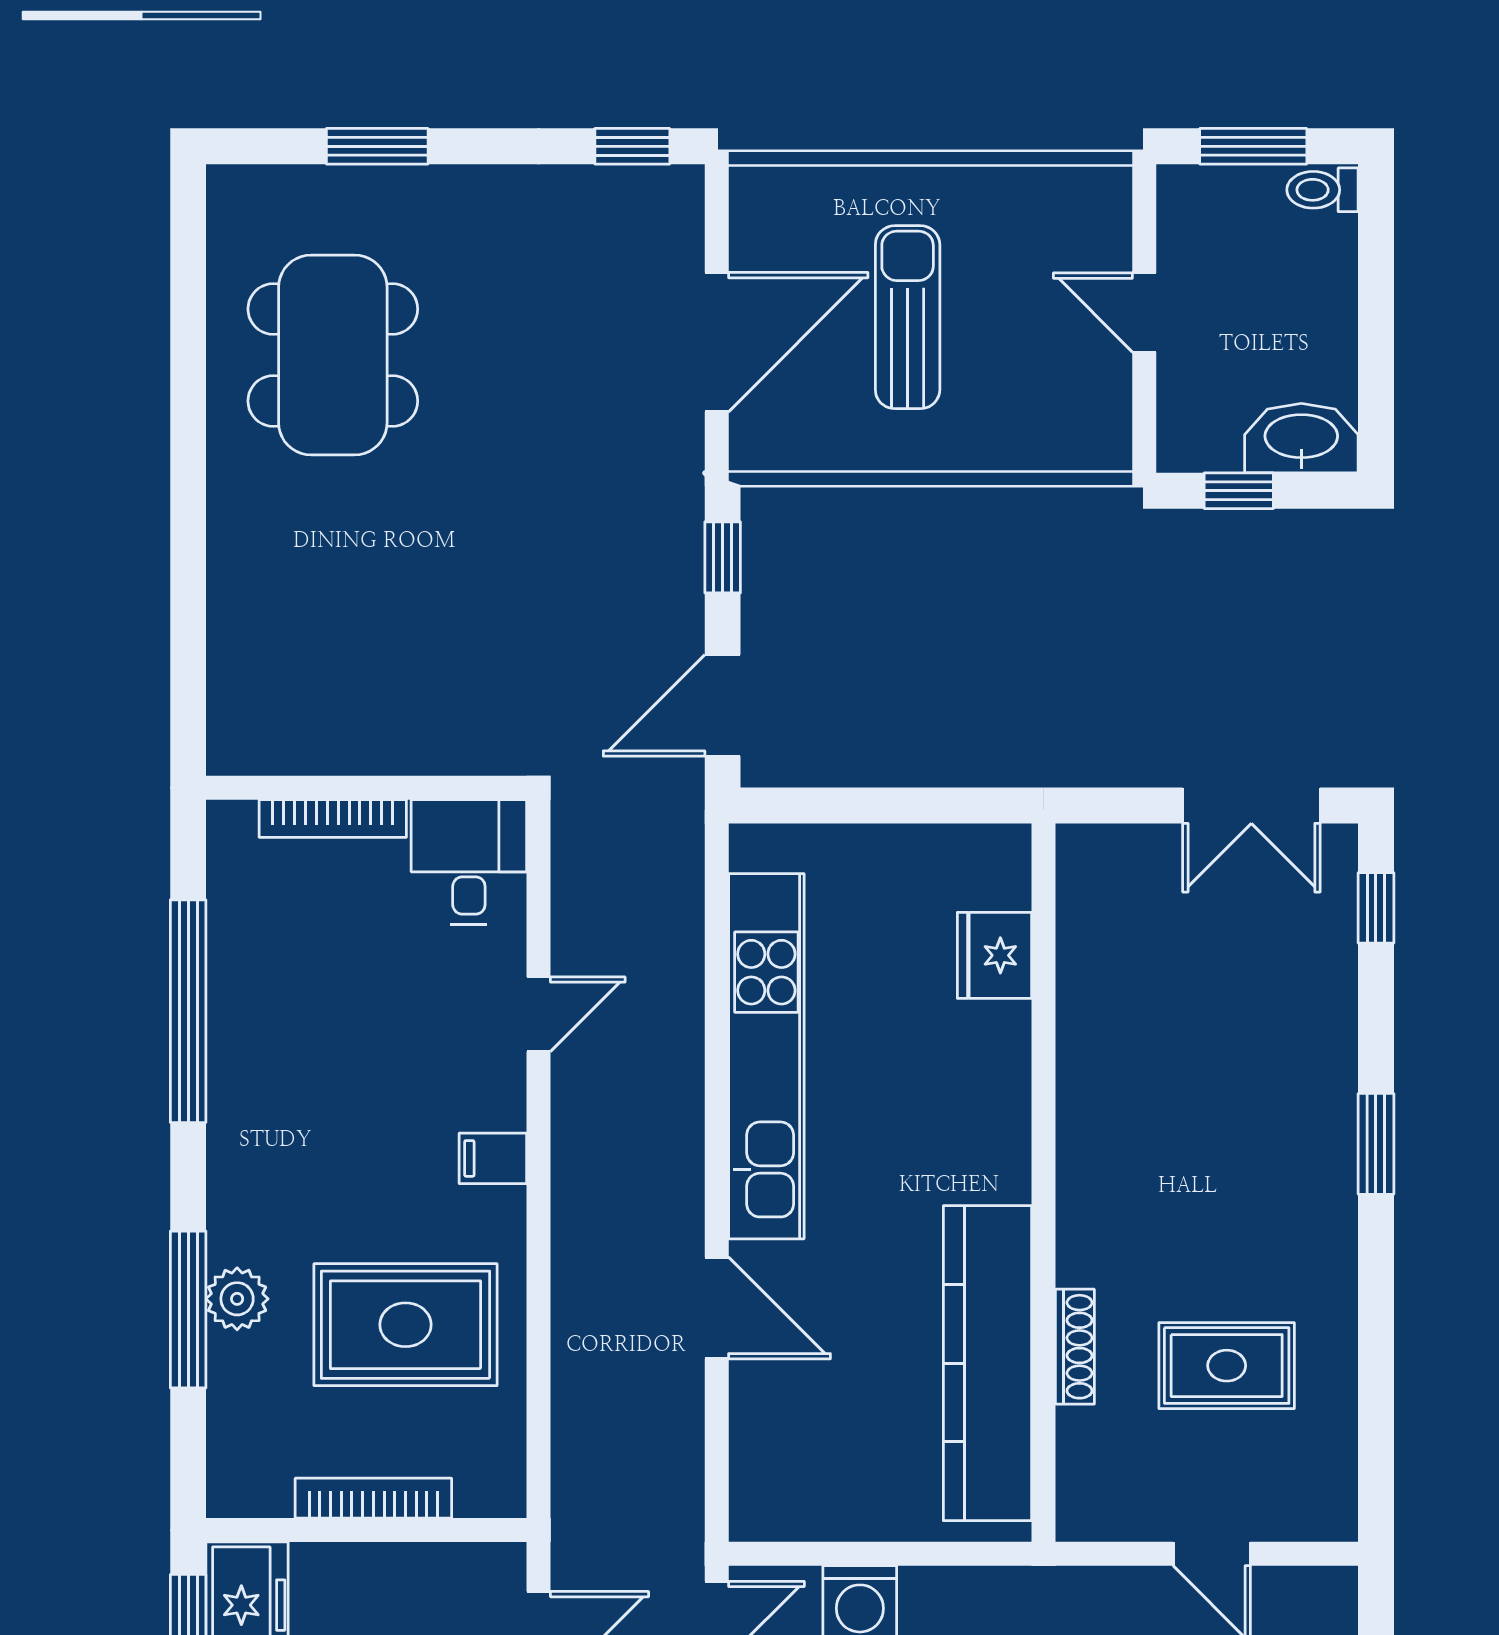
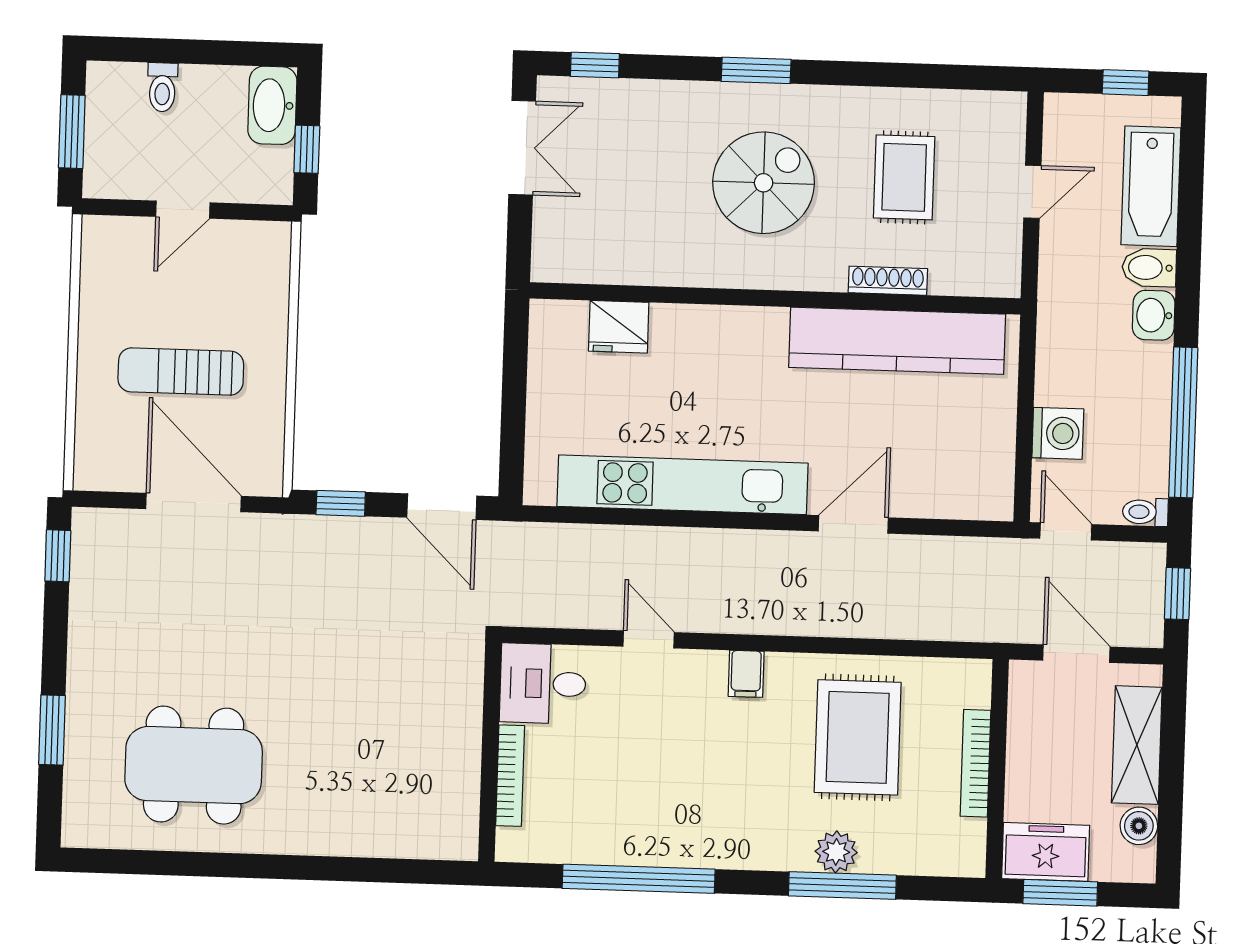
toilet: (1323, 190) -> (162, 87), moved
spiral stairs: (1212, 1160) -> (764, 183), added

